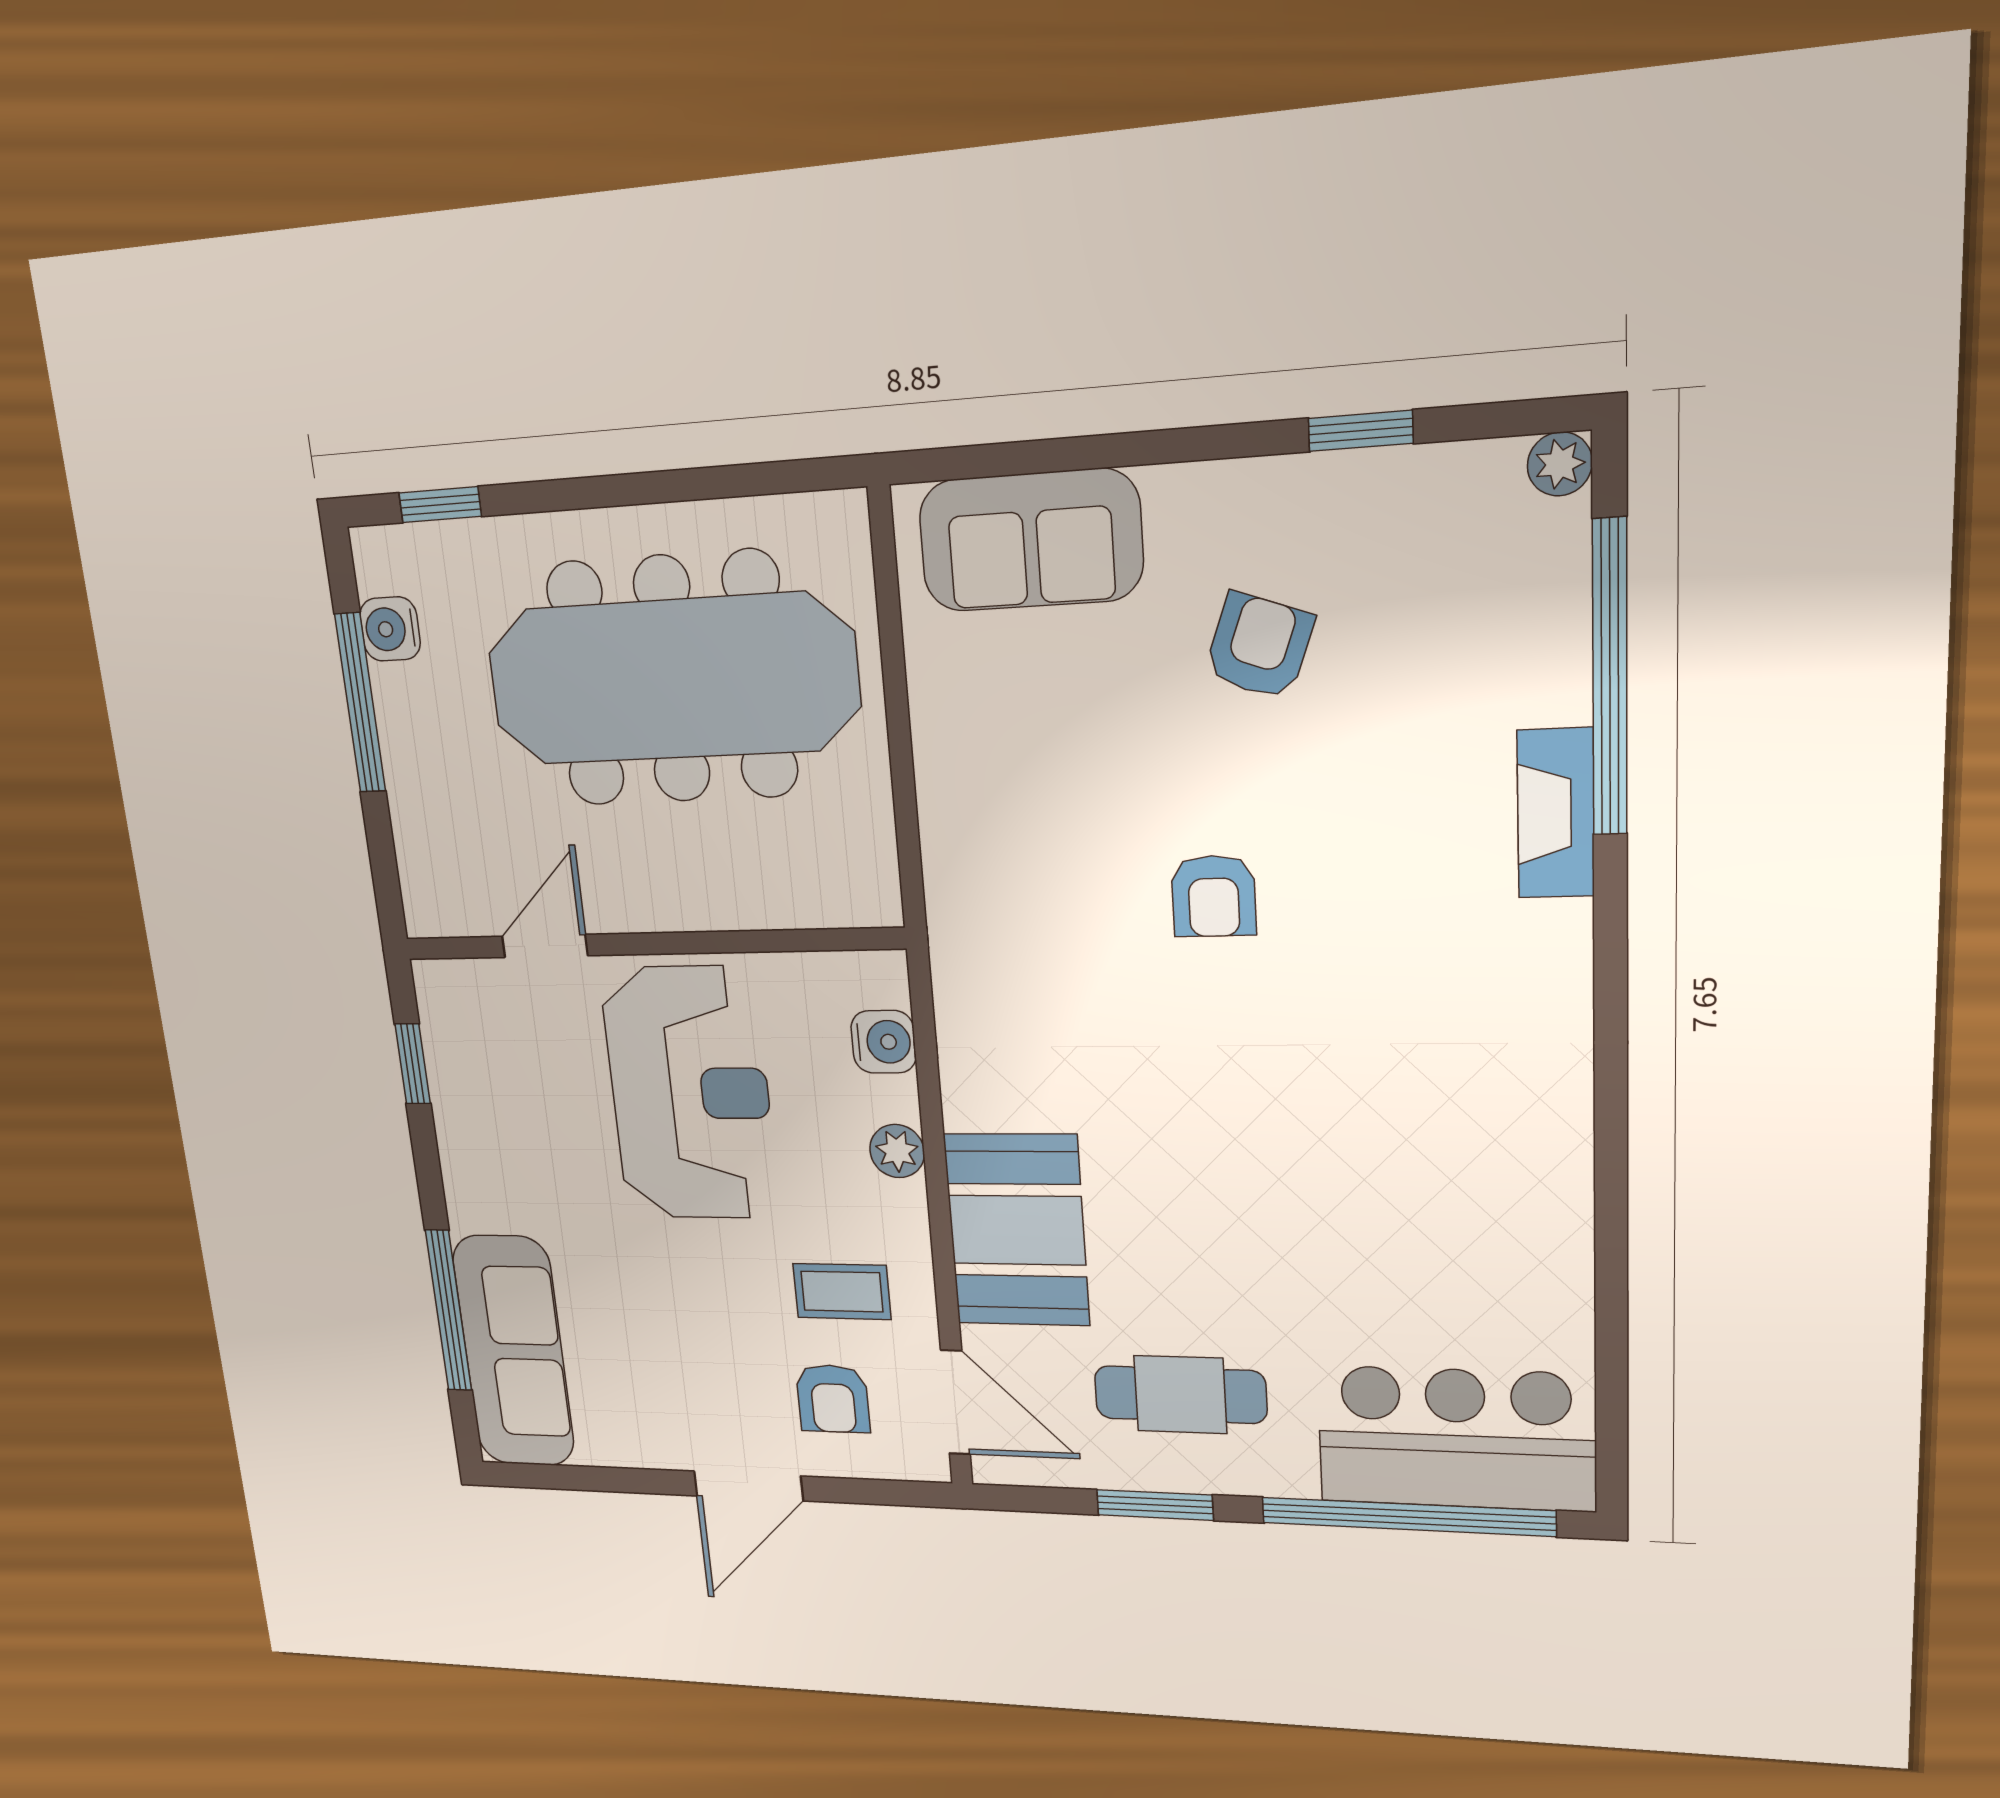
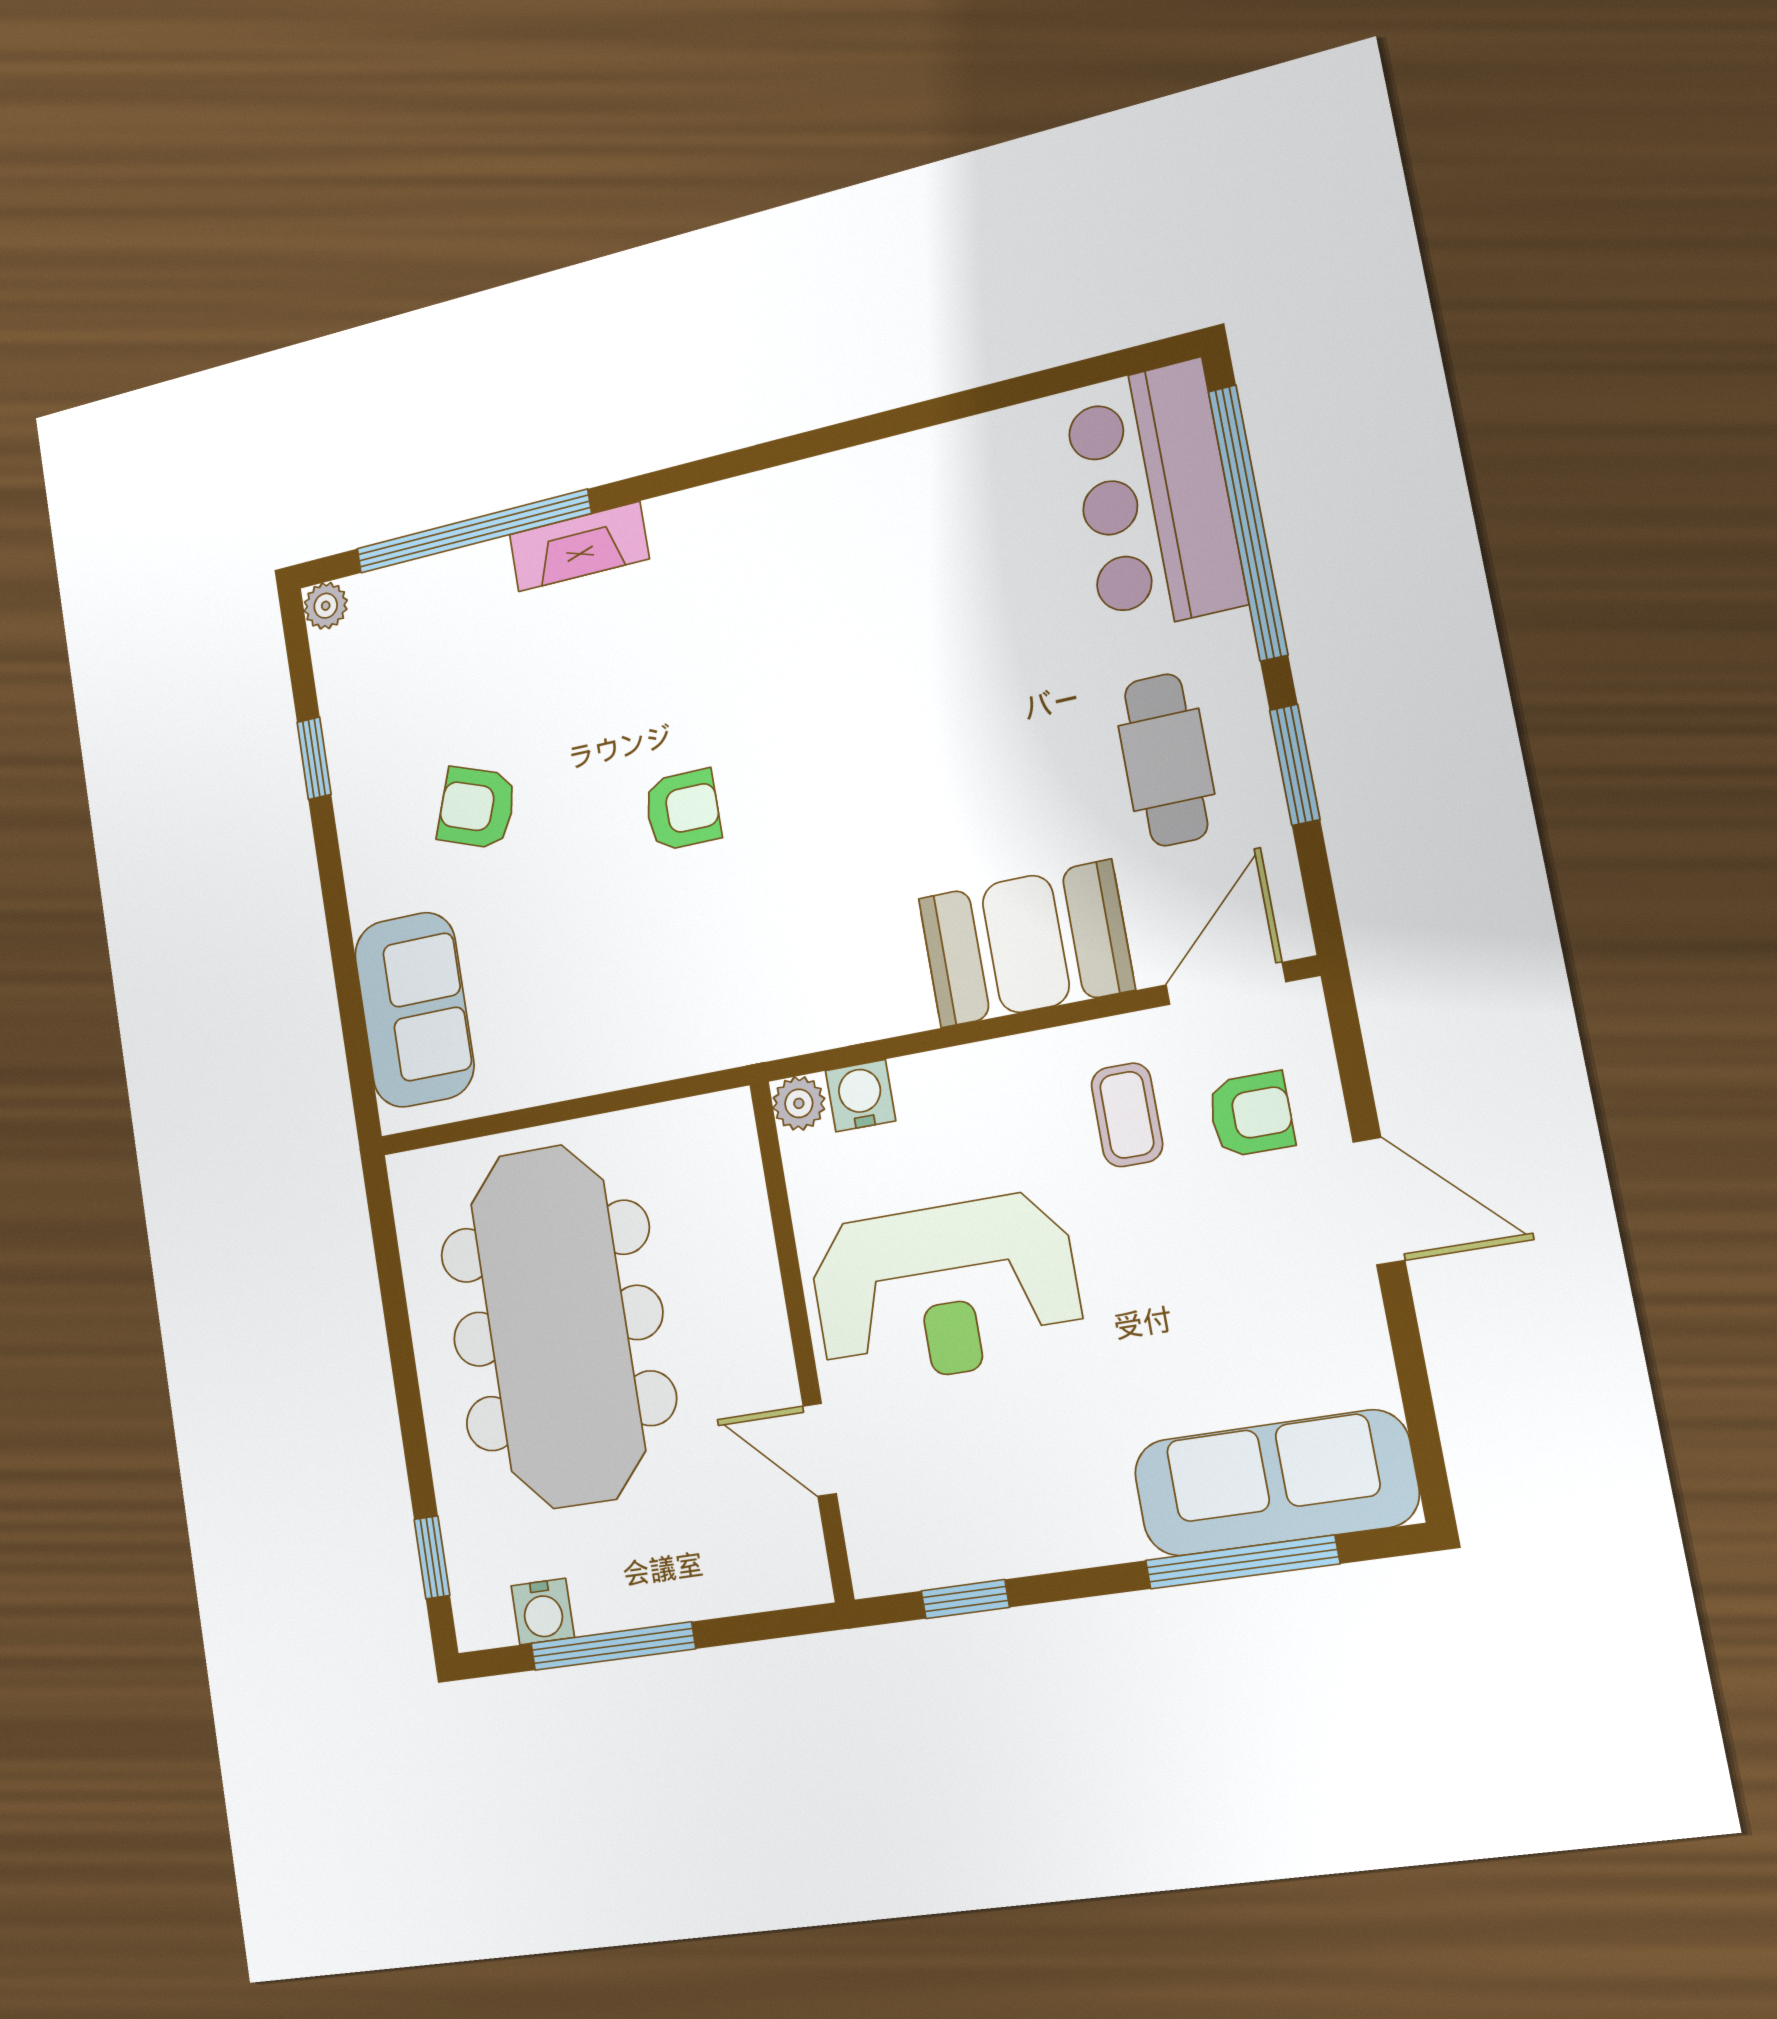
reception desk: (690, 1093) -> (945, 1290), turned 180
plant: (897, 1151) -> (799, 1103), moved

